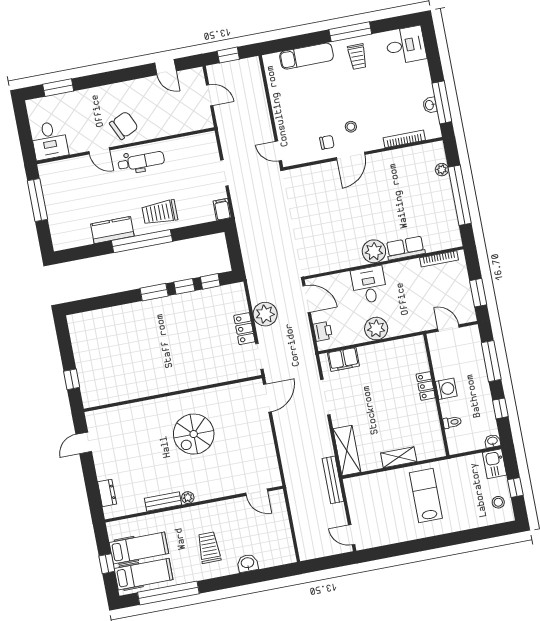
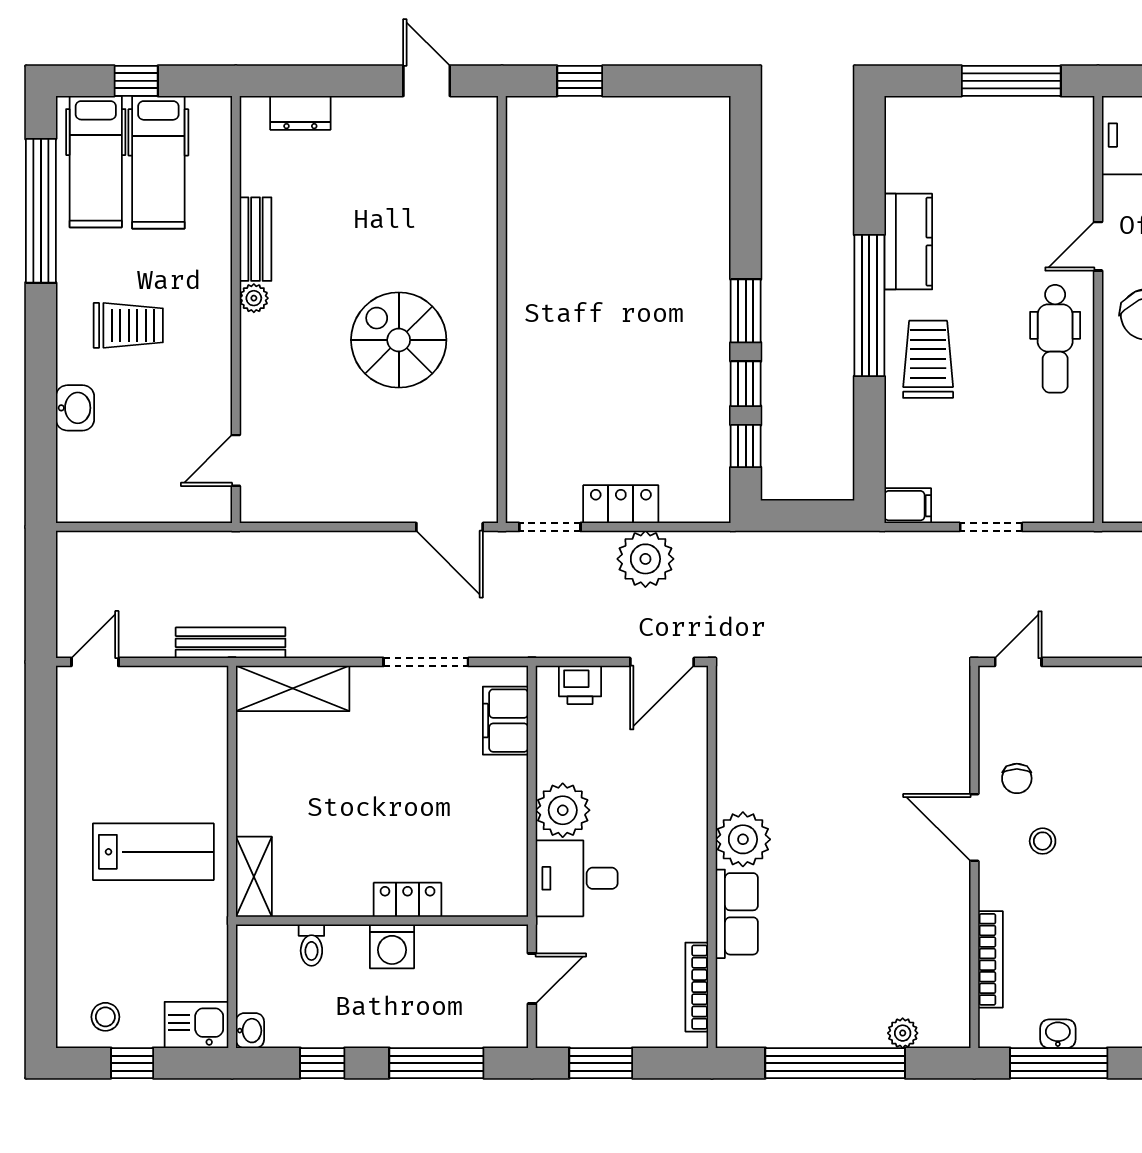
desk: (369, 285) -> (577, 878), moved, turned 180
shelving: (399, 457) -> (254, 877), moved

